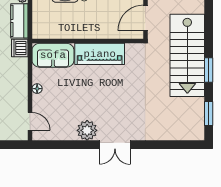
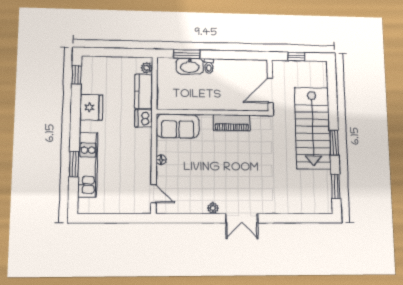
piano: (100, 54) -> (232, 123), width x0.73, depth x0.75
plant: (87, 130) -> (213, 208), width x0.53, depth x0.53

